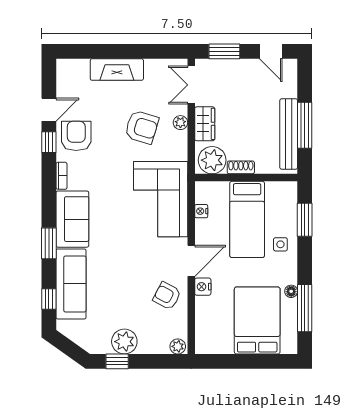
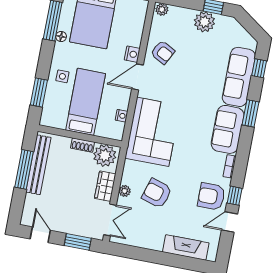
fireplace: (117, 70) -> (186, 247), moved
armchair: (76, 136) -> (211, 196), turned 90

